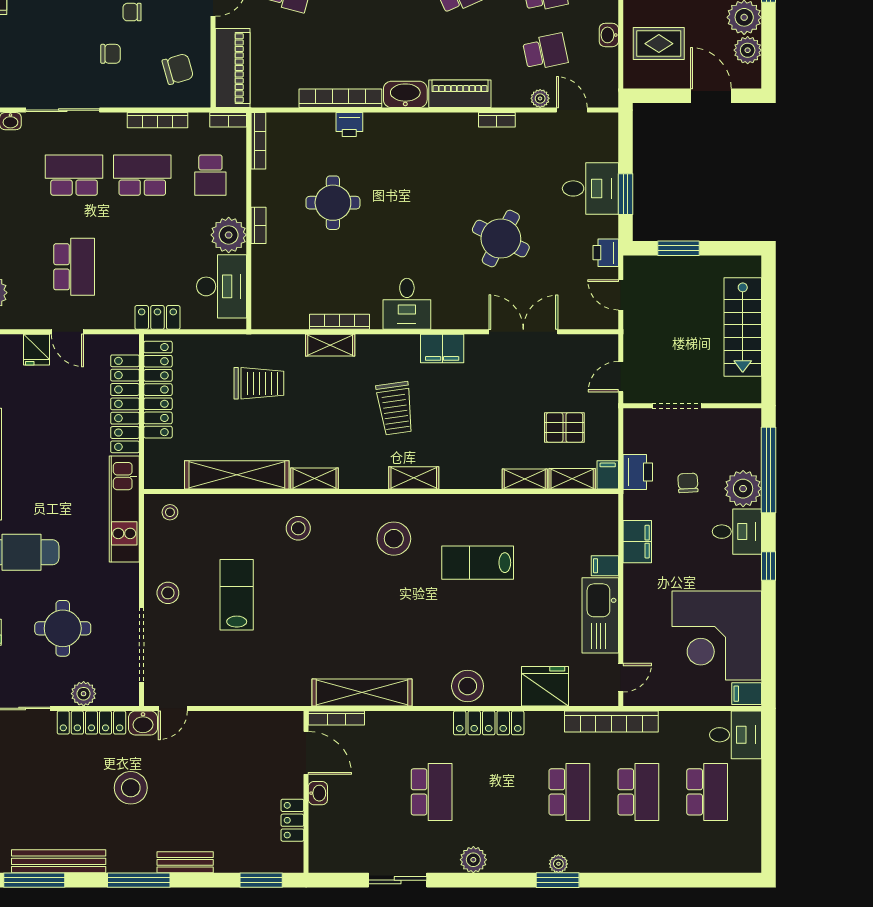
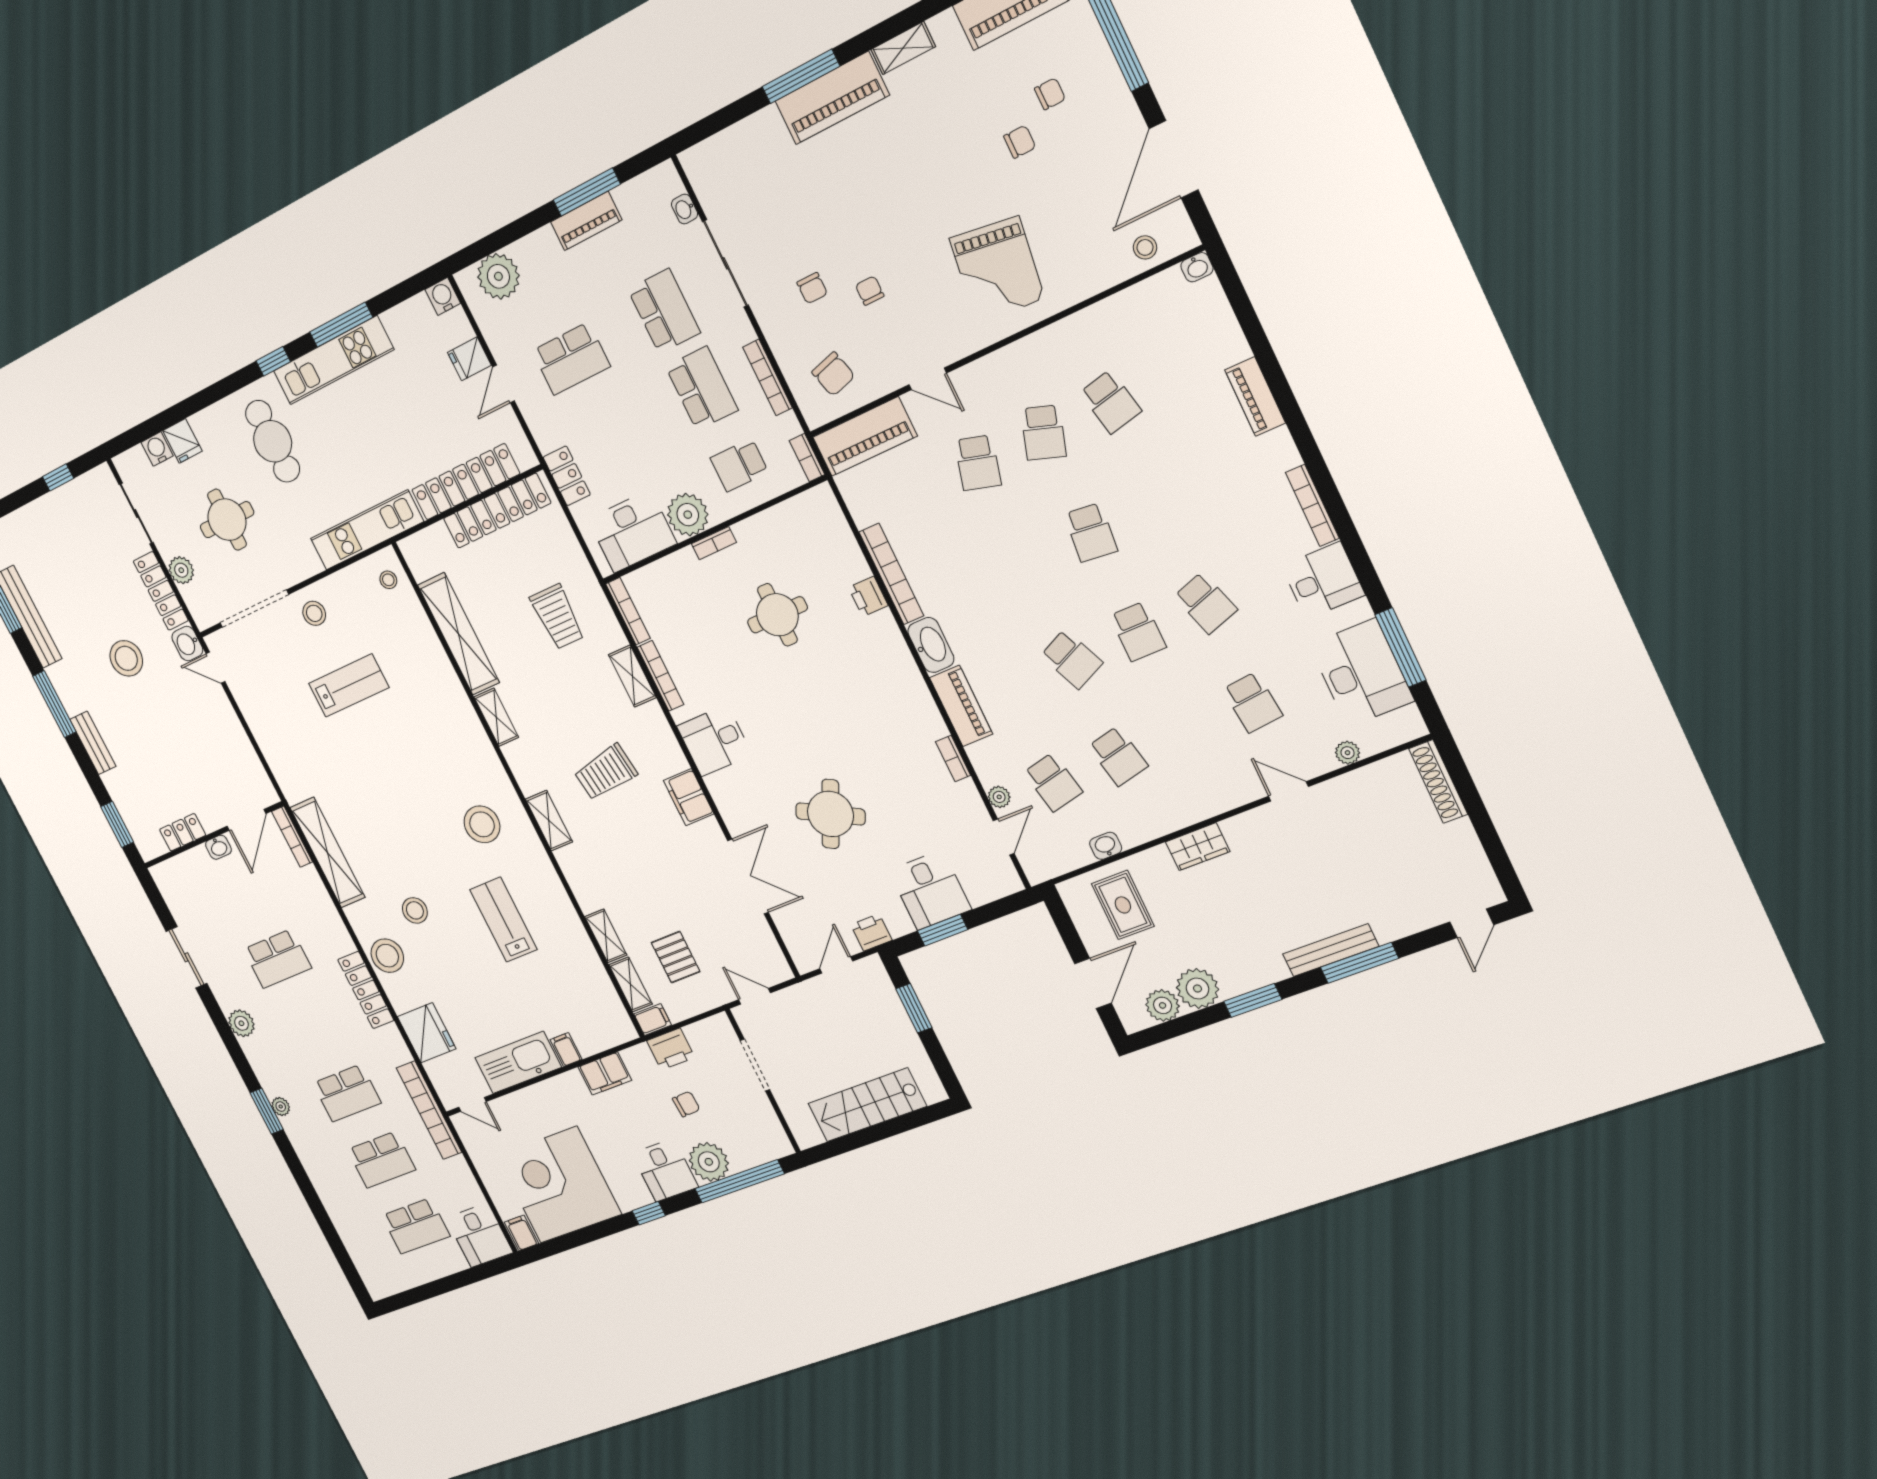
bookcase: (258, 141) -> (628, 611), moved, turned -90
stool: (298, 528) -> (415, 910), moved

